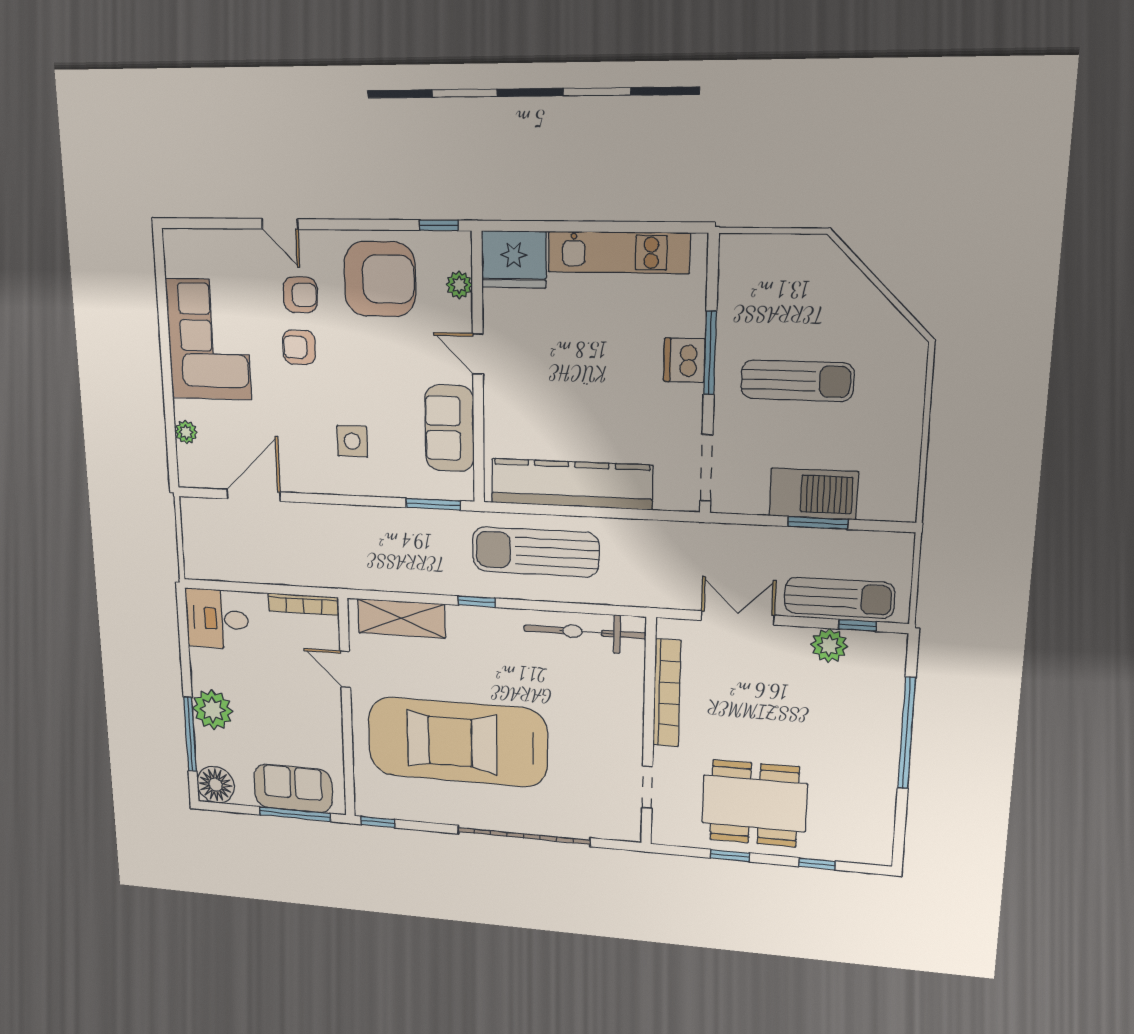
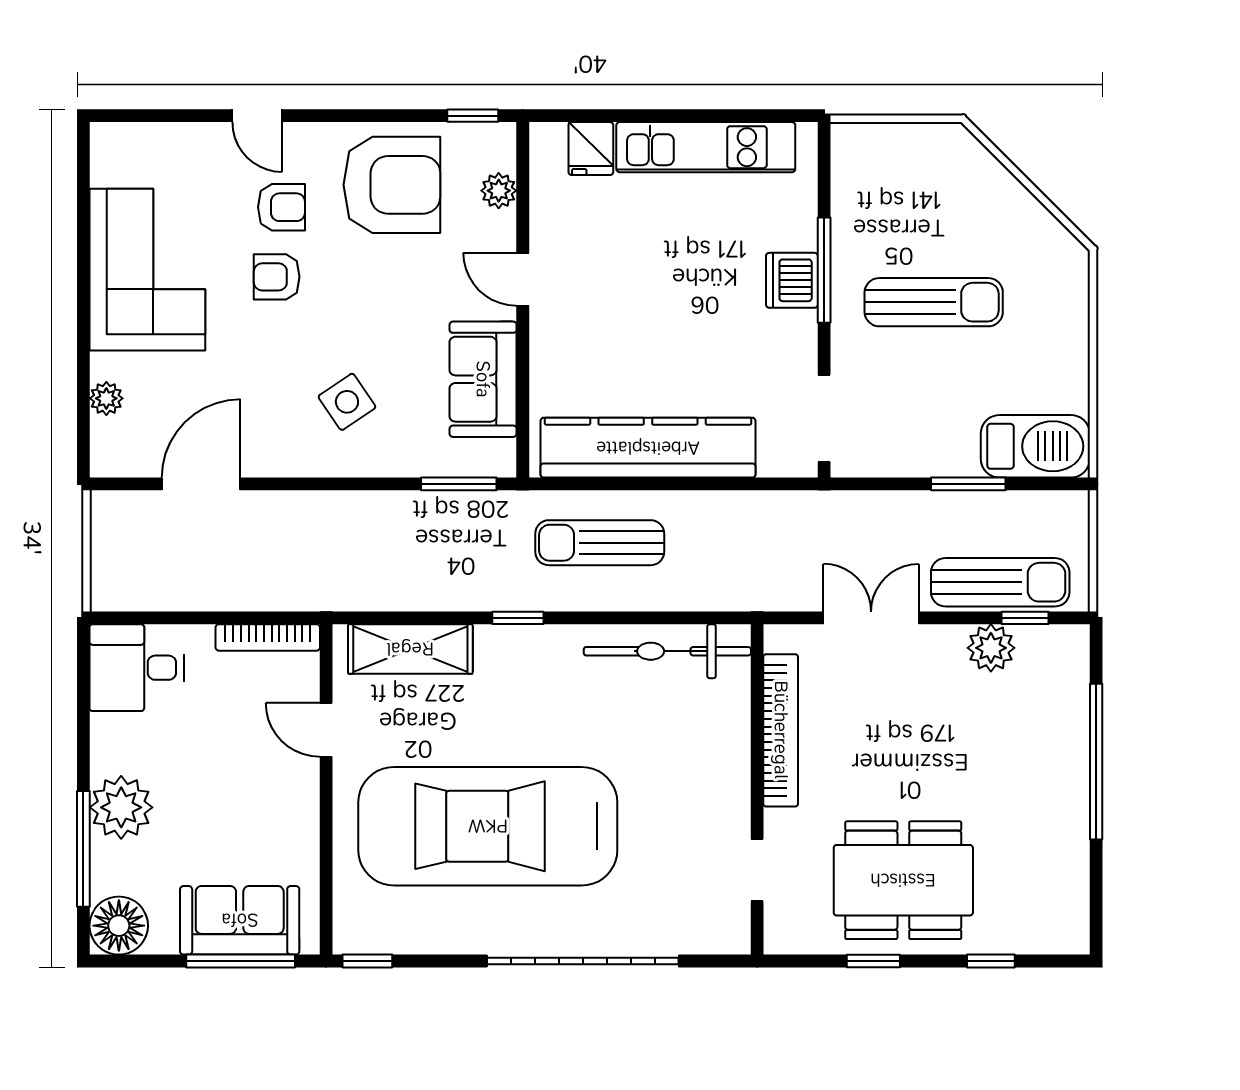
fridge: (514, 259) -> (591, 149), width x0.53, depth x0.75
side table: (352, 441) -> (347, 402), turned -34
barbecue: (813, 494) -> (1035, 446), moved
sun lounger: (535, 552) -> (600, 543), width x0.73, depth x0.75

